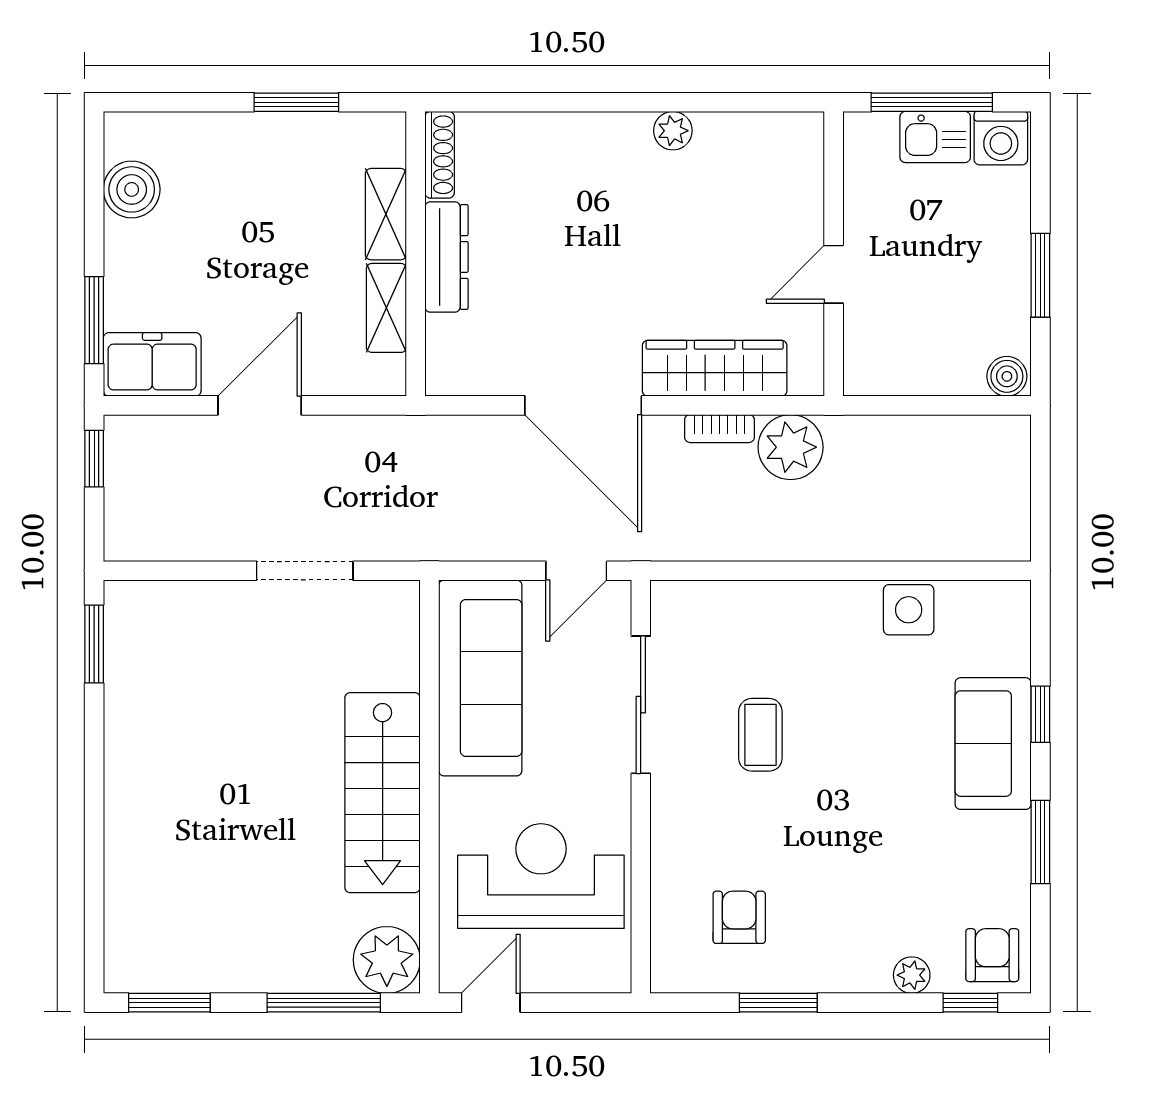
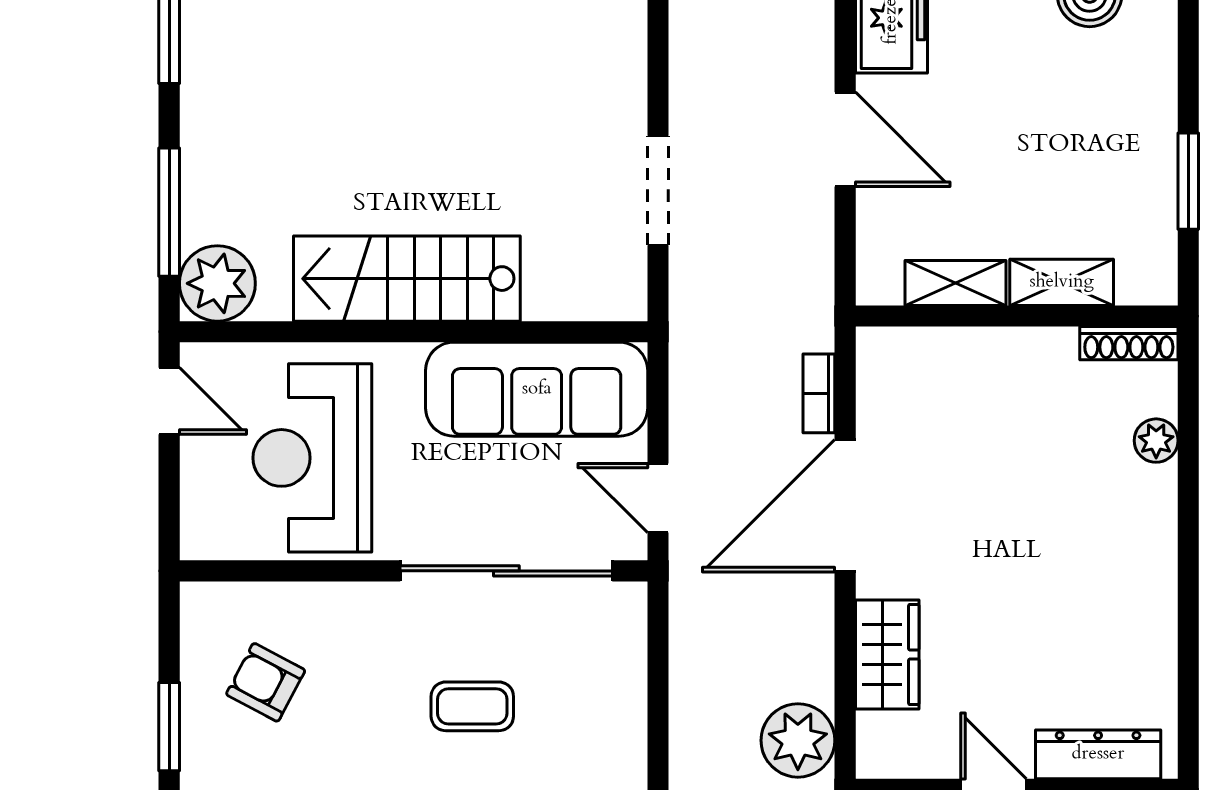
plant: (673, 131) -> (1156, 441), moved
dresser: (446, 257) -> (1098, 754), moved, turned 180
wardrobe: (715, 368) -> (887, 654), width x0.67
bookcase: (720, 429) -> (819, 393), moved
sliding door: (641, 705) -> (506, 571), width x1.36
reception desk: (541, 876) -> (312, 458), turned 180
armchair: (739, 917) -> (266, 682), turned -152

